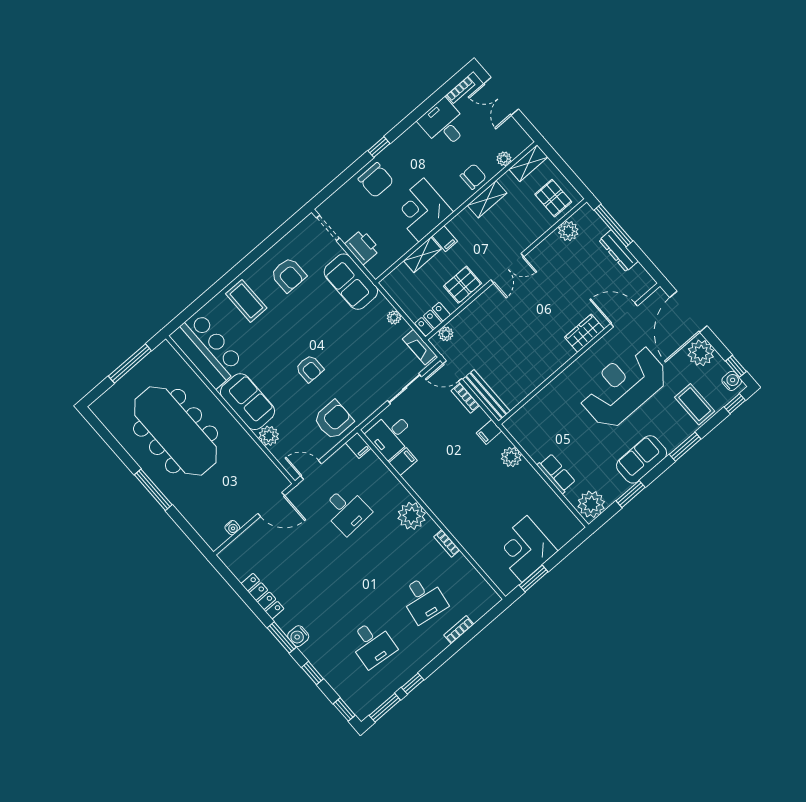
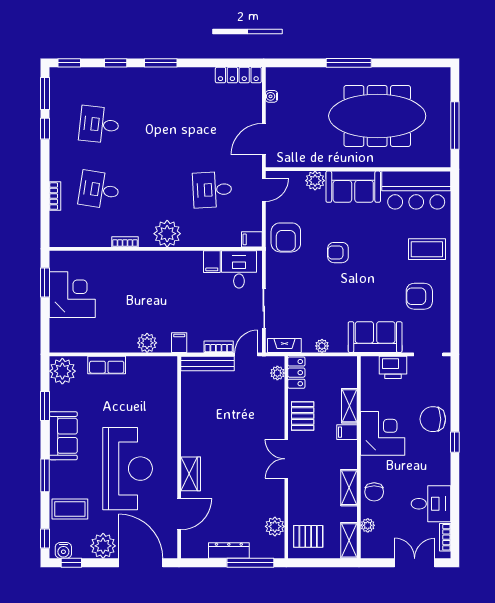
locker: (262, 596) -> (238, 75), moved
water cooler: (298, 636) -> (151, 76), removed

